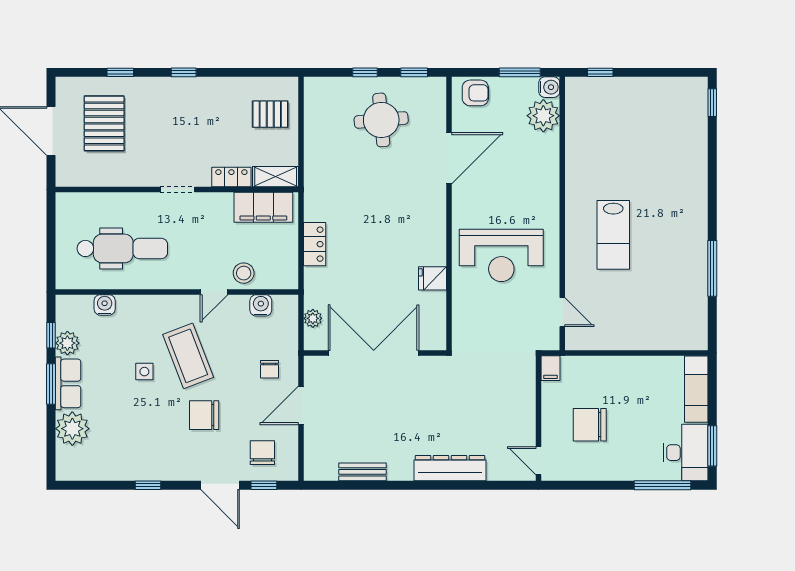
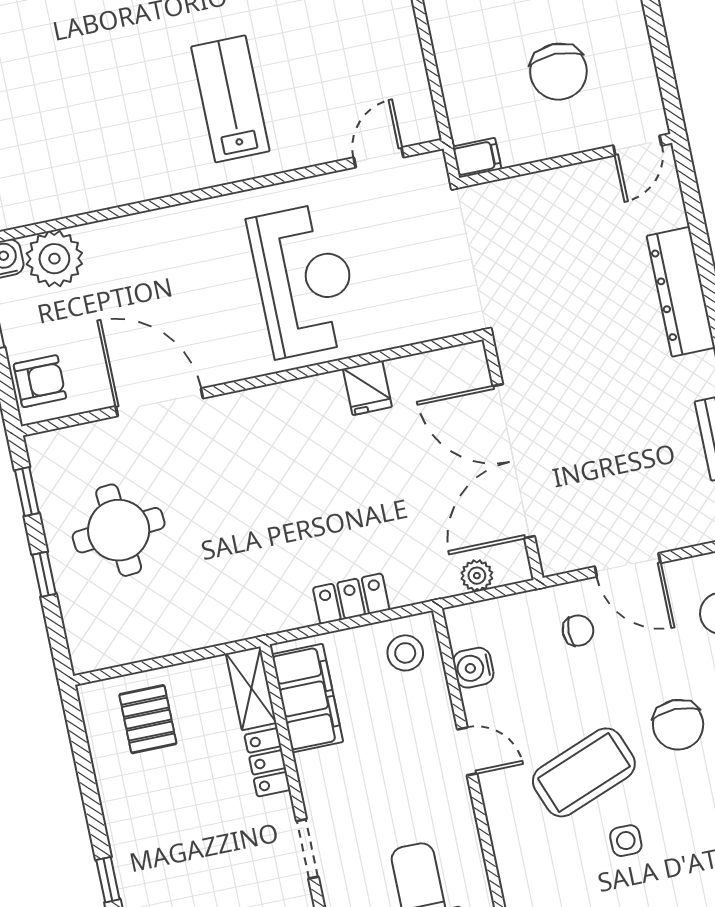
armchair: (475, 93) -> (40, 381), turned 90
lab bench: (613, 235) -> (230, 99), turned -90
stool: (244, 273) -> (405, 653), moved

